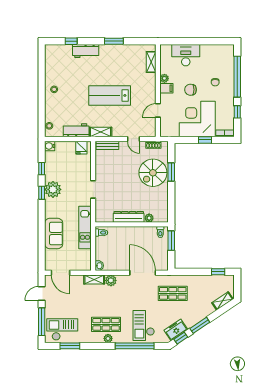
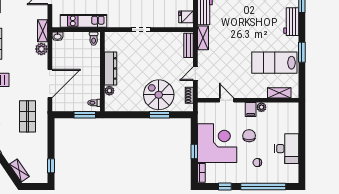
desk: (186, 55) -> (287, 149), moved
lab bench: (110, 95) -> (274, 63), moved, turned -90
kitchen unit: (85, 227) -> (83, 21), moved

